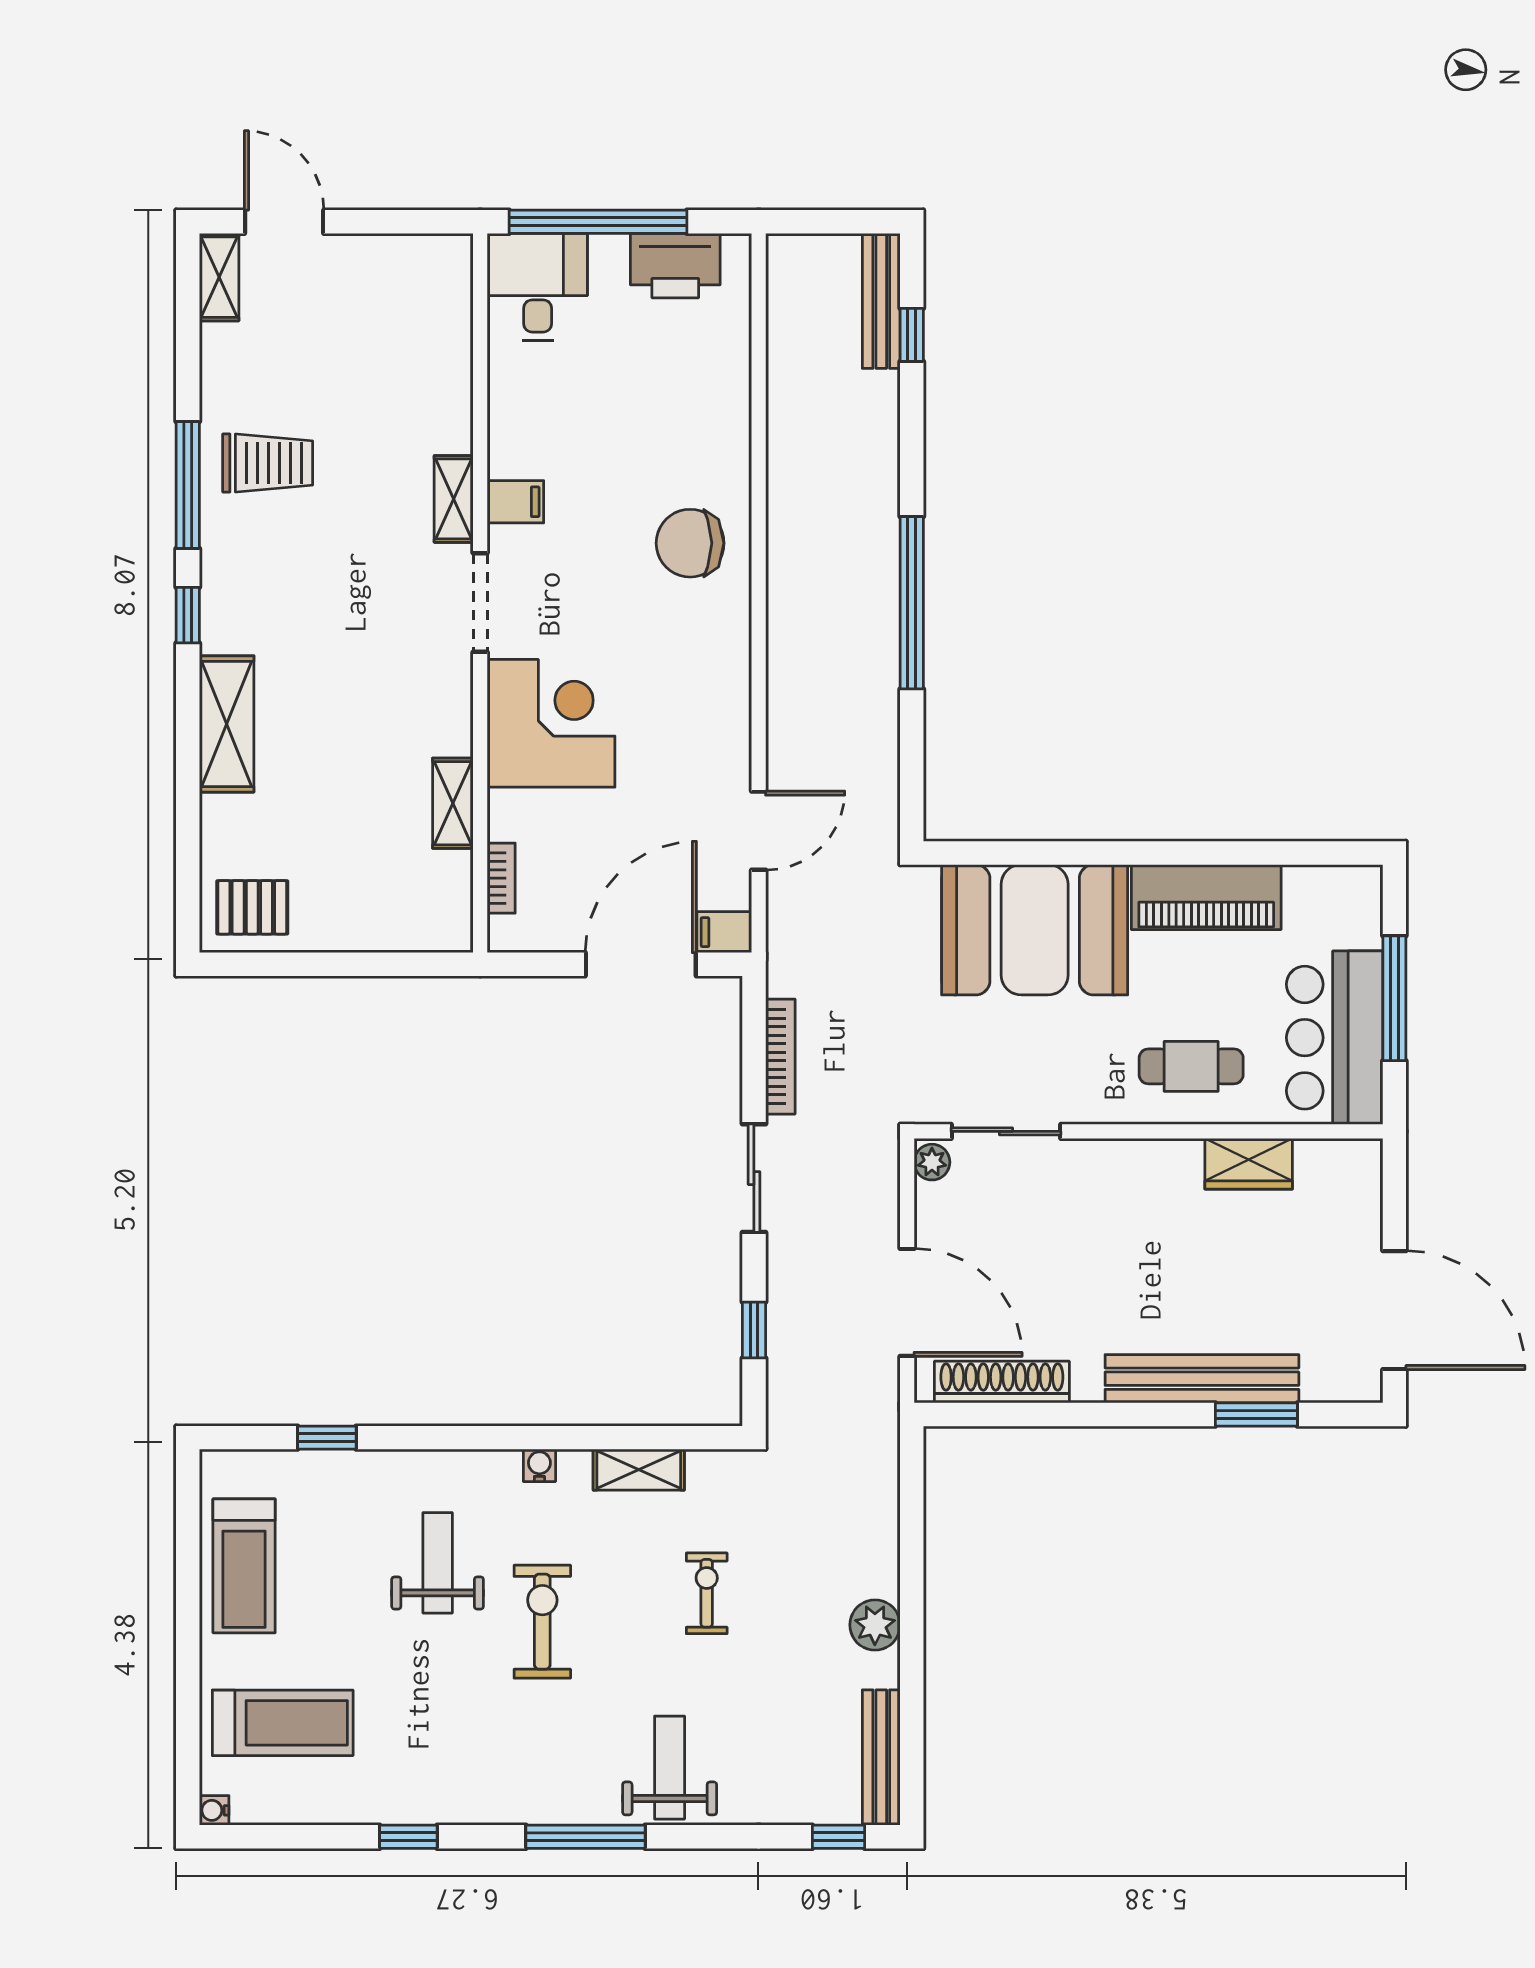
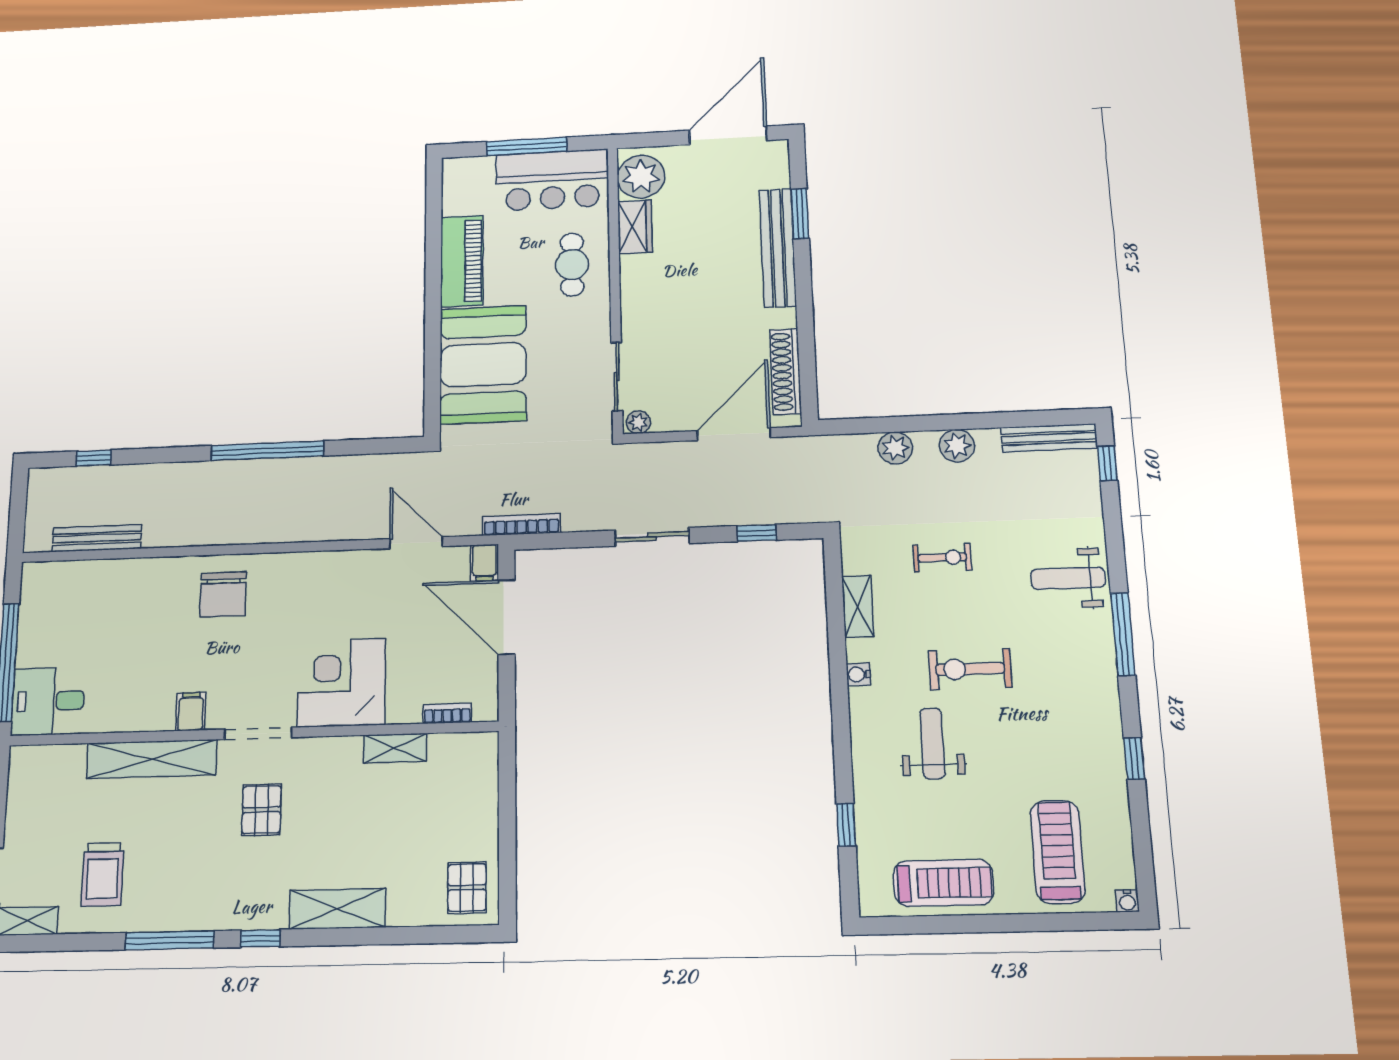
printer: (675, 266) -> (40, 611), removed
bench: (881, 301) -> (97, 538), moved
trolley: (268, 463) -> (103, 874), moved, turned 180
shelving: (454, 499) -> (152, 759), width x2.20, depth x1.33
pallet: (369, 611) -> (262, 810), added
bookcase: (780, 1057) -> (522, 525), moved
plant: (1332, 1175) -> (641, 177), added
plant: (875, 1536) -> (895, 448), added
weight bench: (438, 1563) -> (932, 743), turned 90
exercise bike: (707, 1593) -> (942, 558), turned 180

